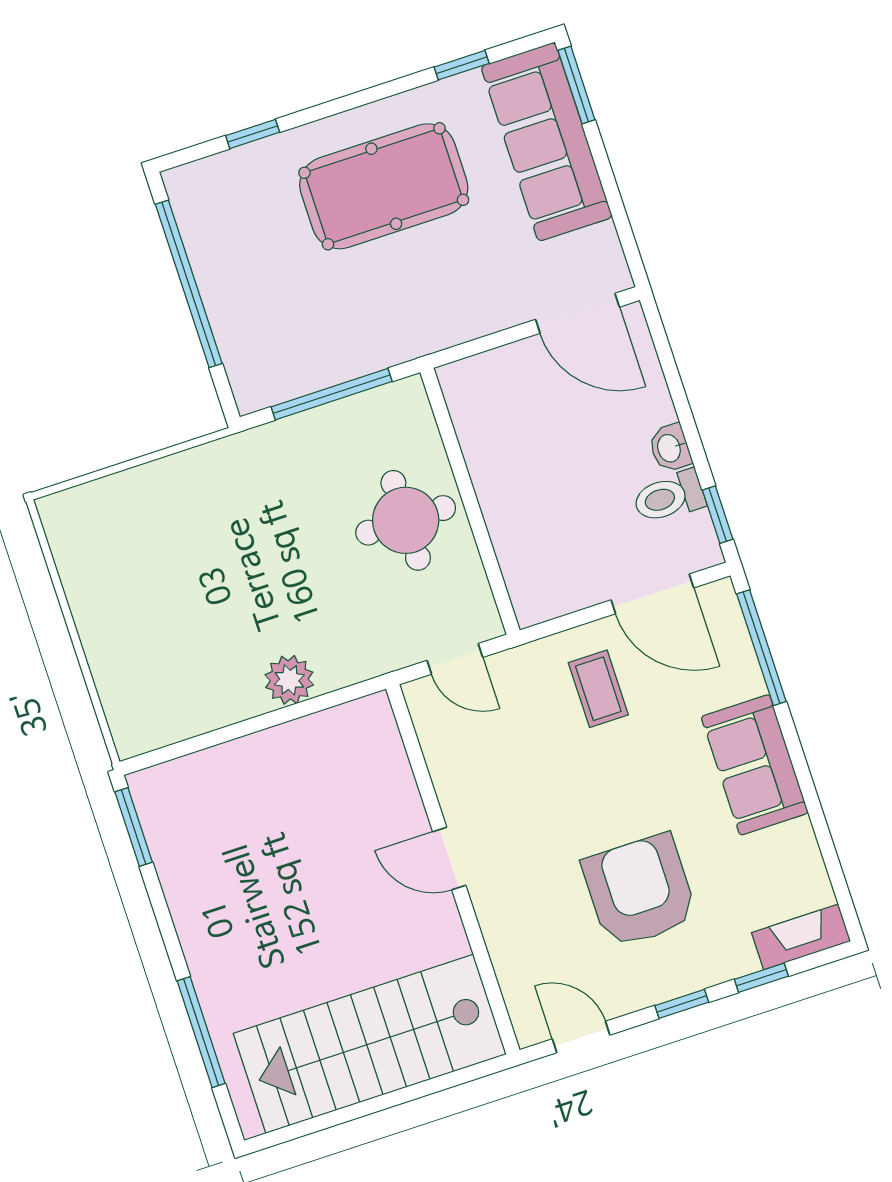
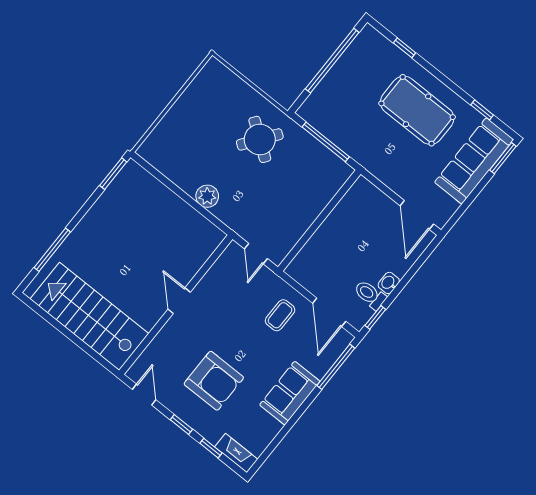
round table: (406, 520) -> (260, 139), moved, turned 36
armchair: (640, 891) -> (214, 381), turned 90

